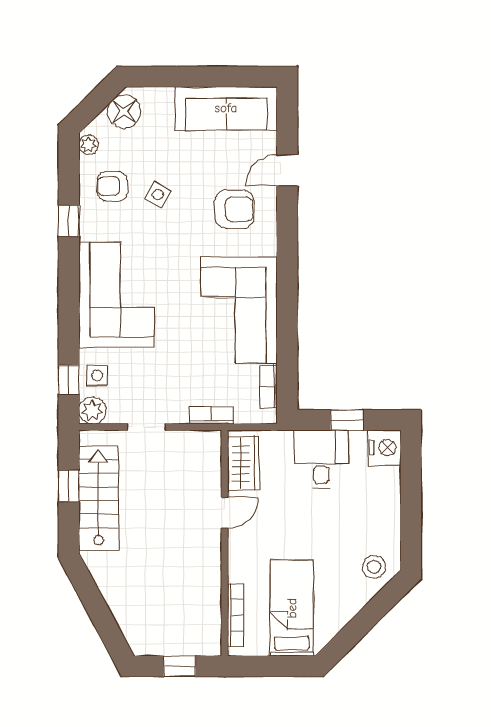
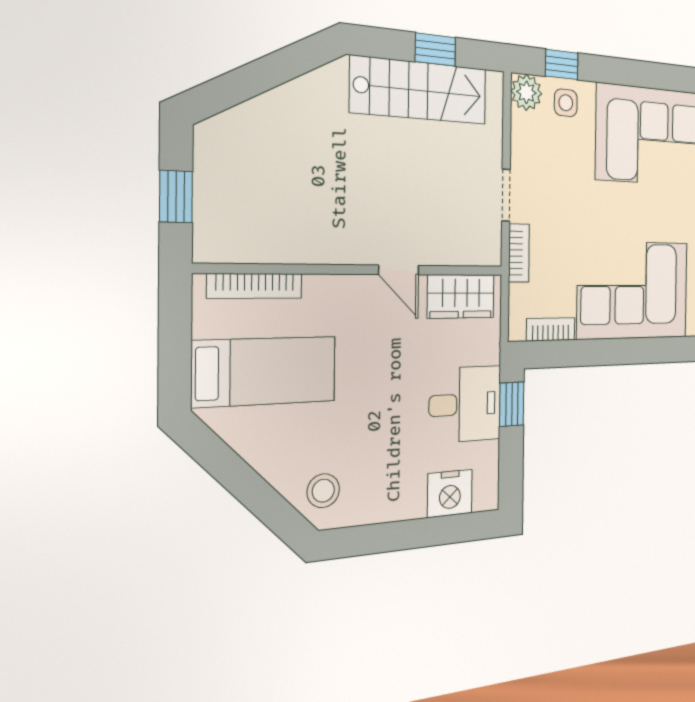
window: (347, 420) -> (512, 404), moved
doorway: (146, 427) -> (506, 195), moved
nightstand: (385, 448) -> (450, 493), moved

